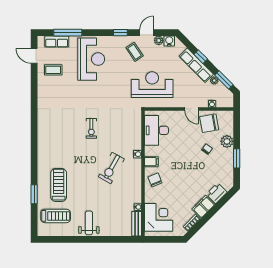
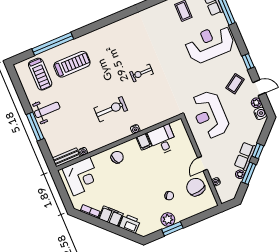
reception desk: (91, 59) -> (210, 44), turned 180
row of seats: (196, 65) -> (245, 156), width x0.68
window: (224, 80) -> (249, 173), moved
reception desk: (152, 85) -> (210, 115), turned 180
desk: (156, 130) -> (163, 140), width x0.73
plant: (227, 141) -> (168, 220), moved
filing cabinet: (151, 162) -> (144, 142), moved
exercise bike: (111, 168) -> (111, 109), turned 151
window: (34, 194) -> (53, 44), width x2.11
window: (99, 239) -> (35, 127), added

